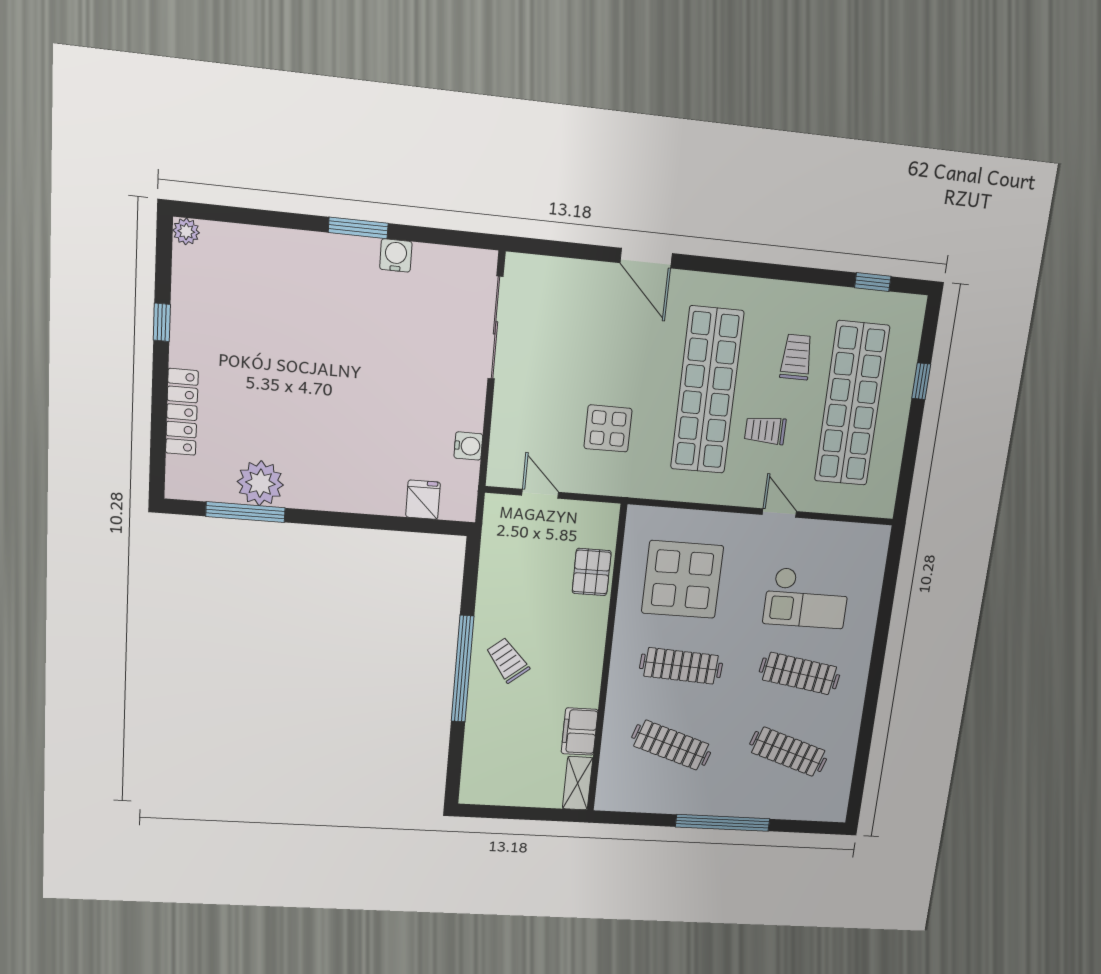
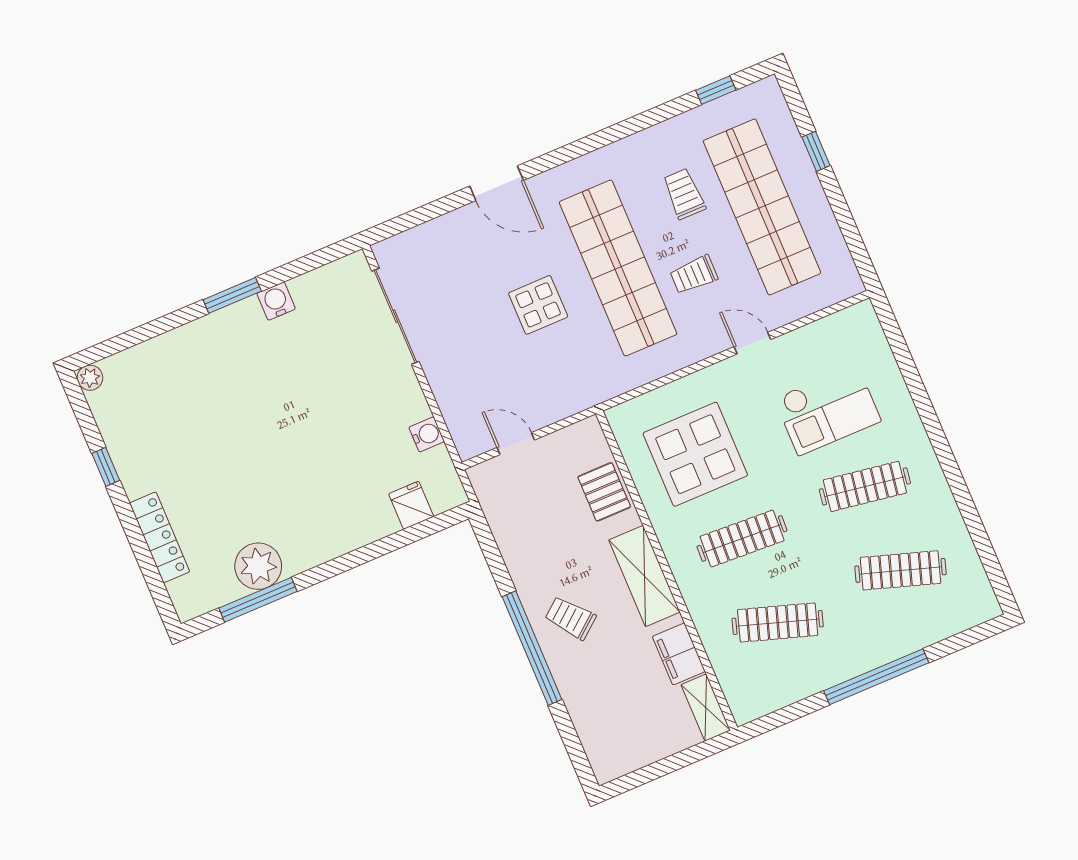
display table: (608, 428) -> (538, 305), moved
shelving: (587, 657) -> (644, 576), added

